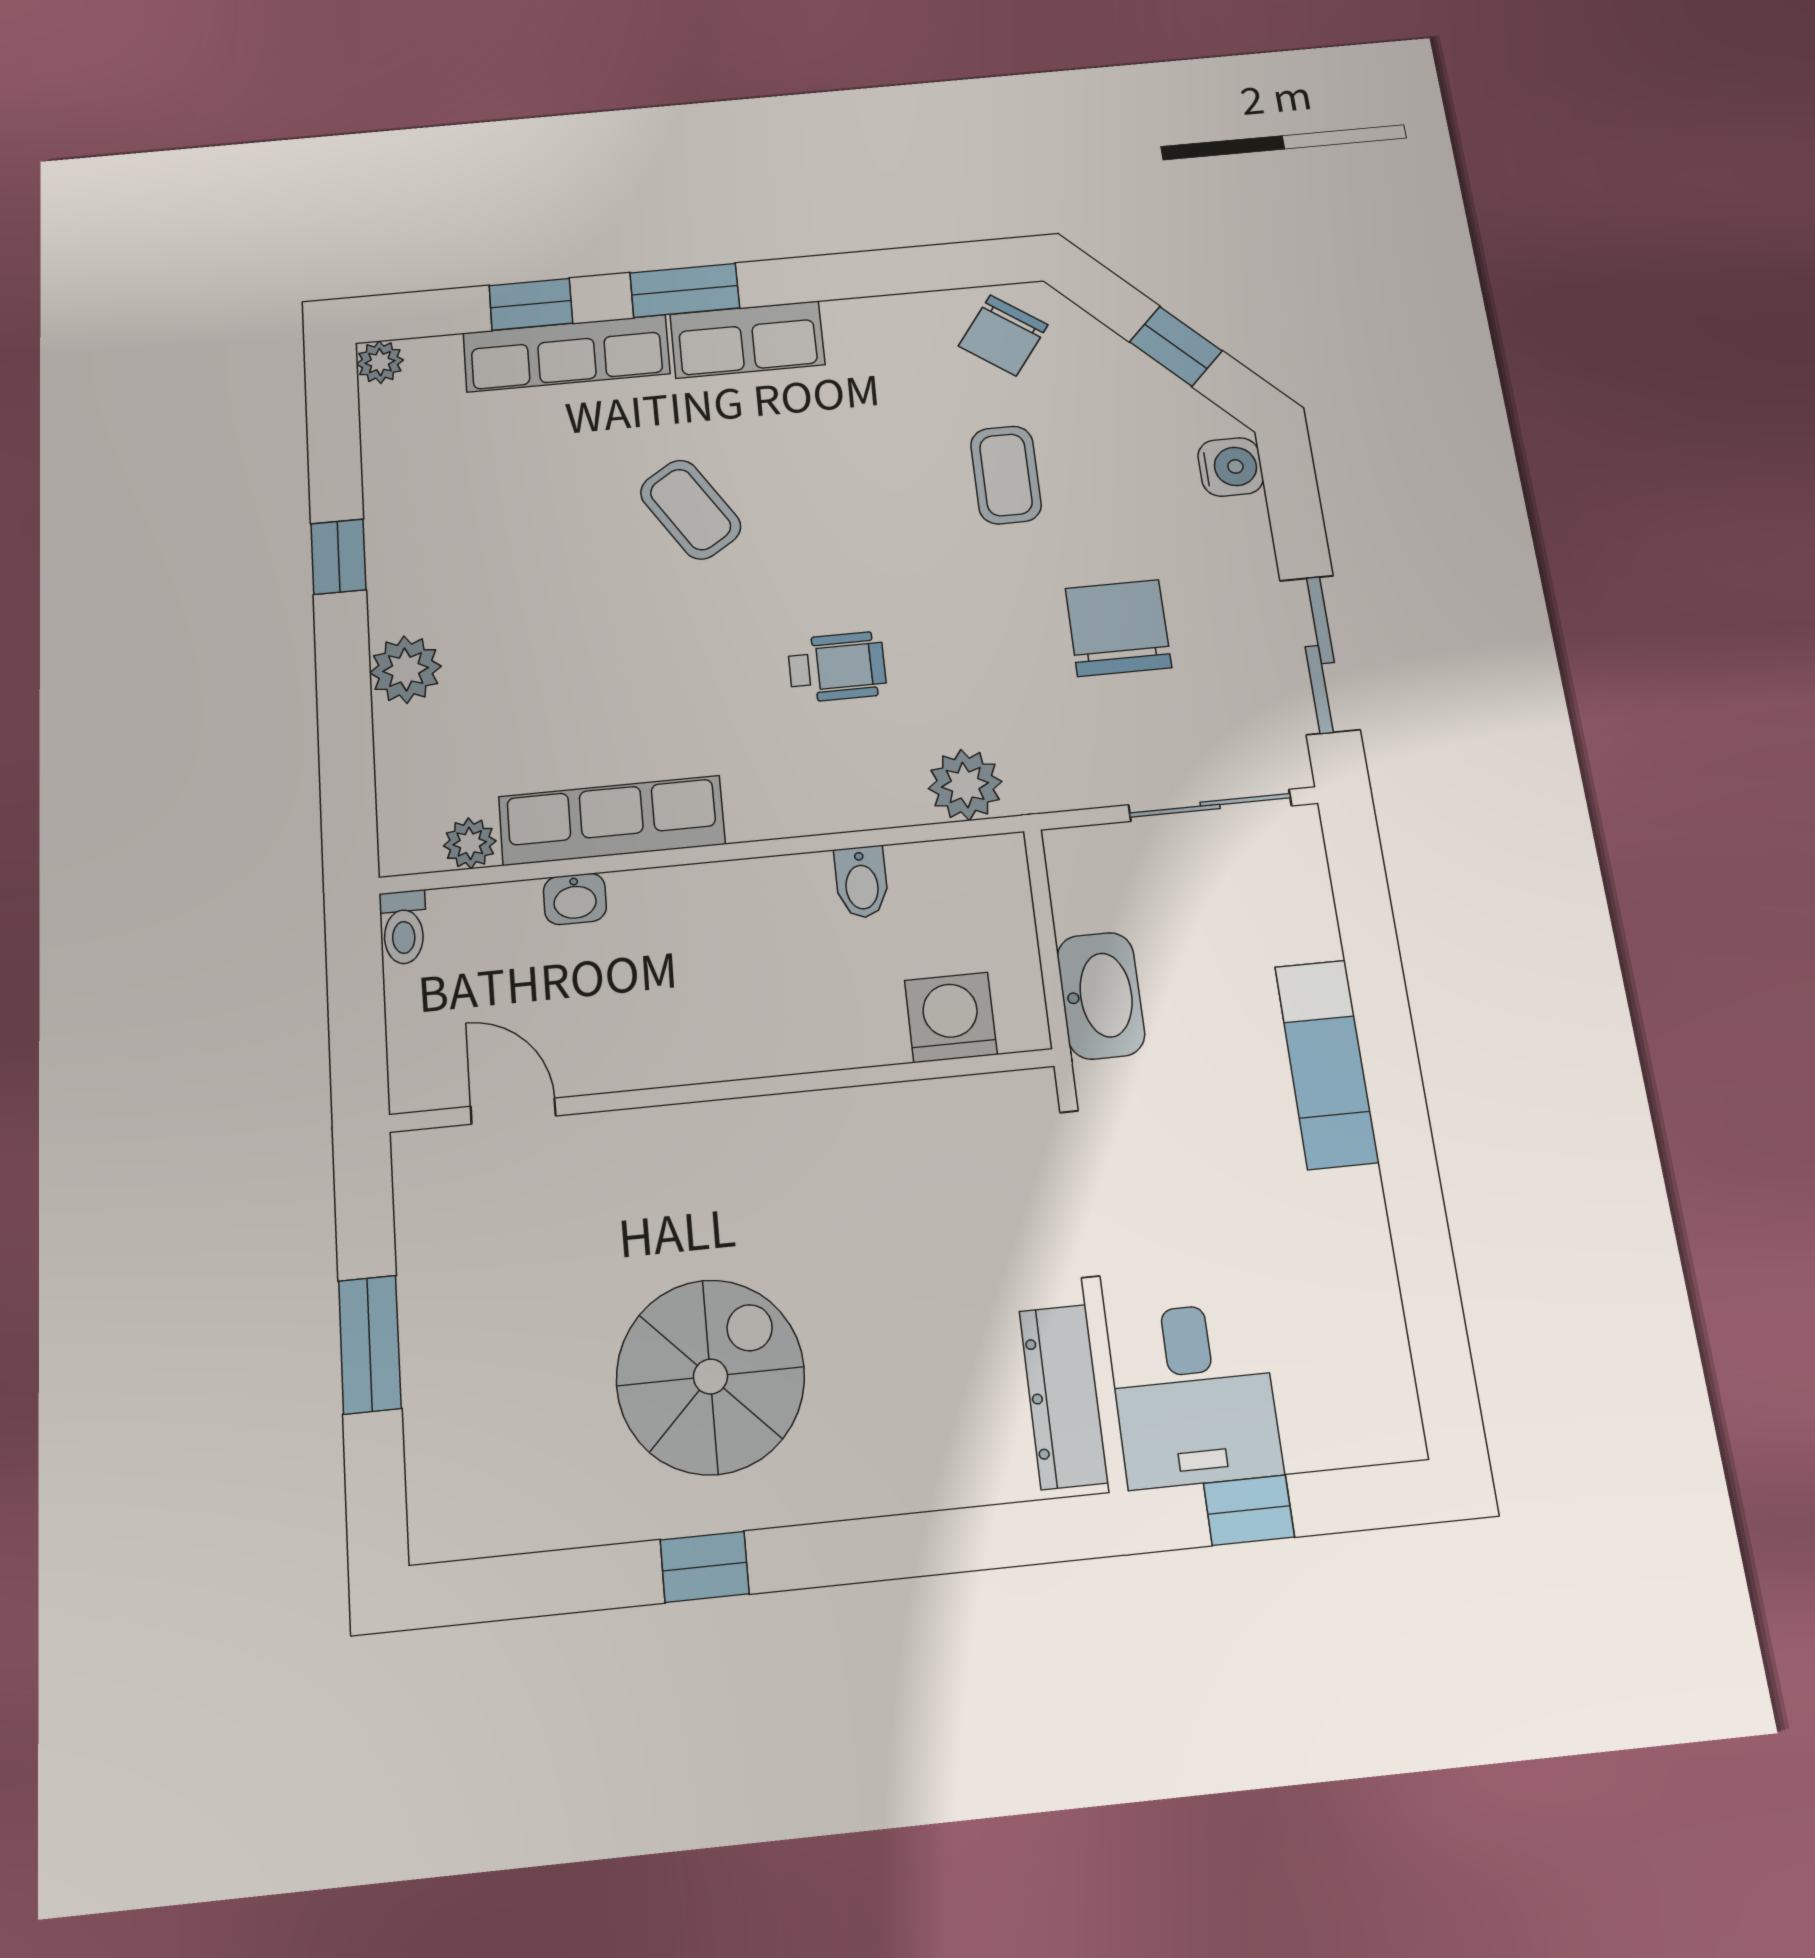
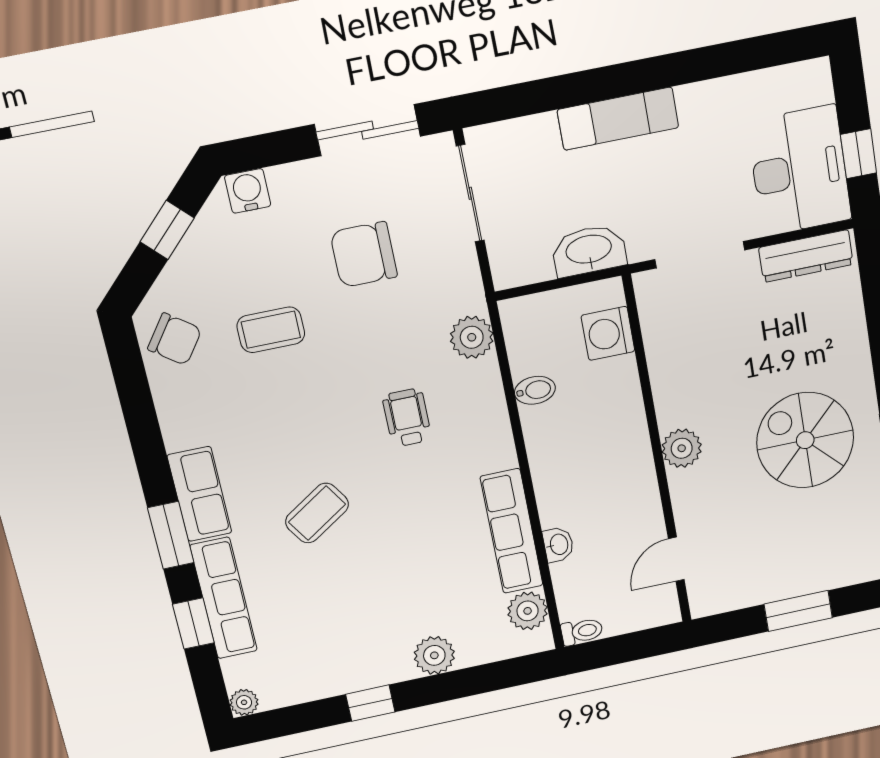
plant: (470, 843) -> (528, 611), width x1.38, depth x1.38
plant: (724, 1136) -> (682, 448), added
desk: (1194, 1395) -> (799, 170), width x1.37

